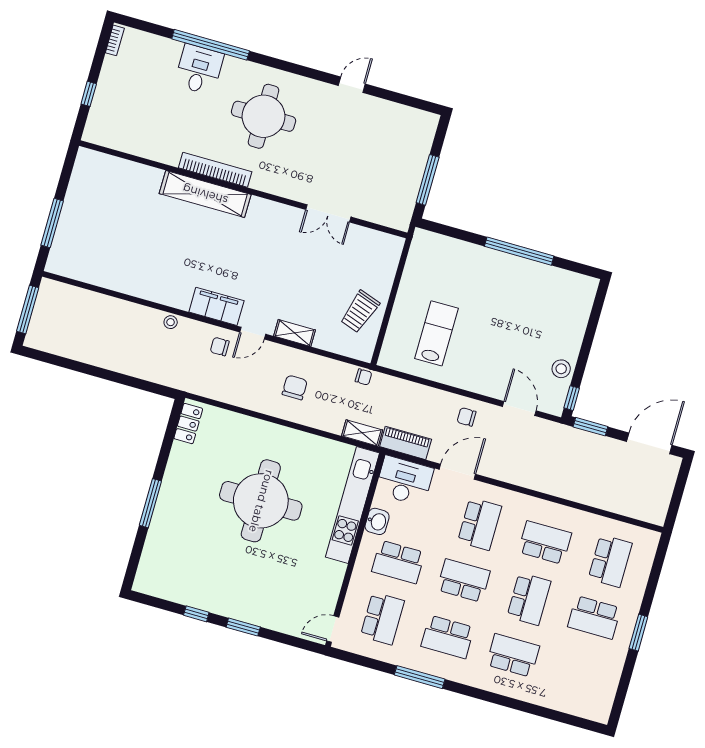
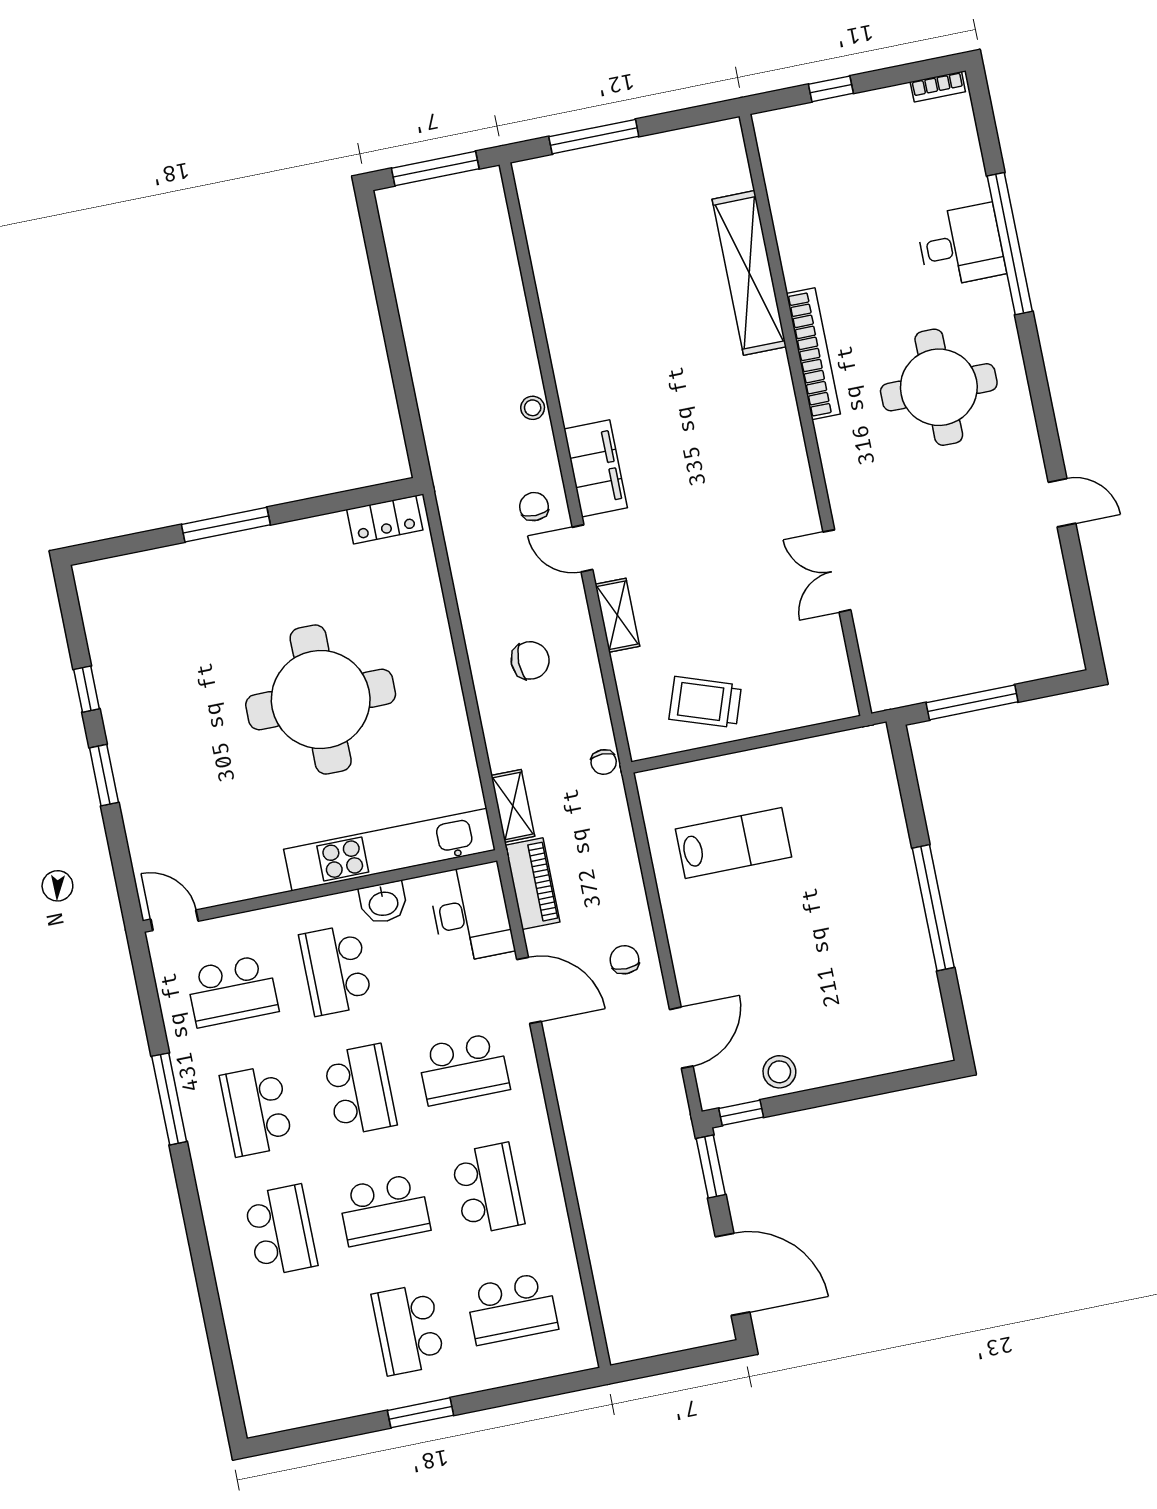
shelving: (205, 194) -> (749, 273), moved

